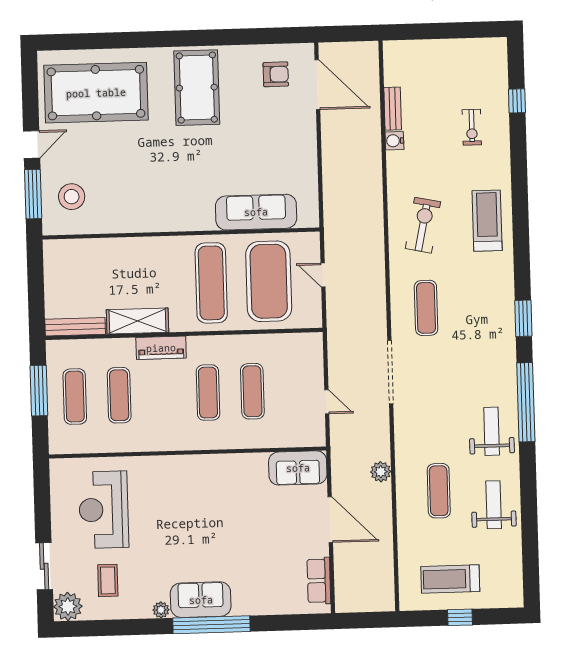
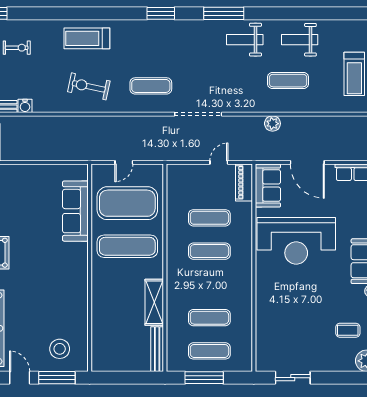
piano: (161, 348) -> (244, 182), moved, turned 180
window: (526, 402) -> (224, 13), width x0.68
reception desk: (104, 510) -> (296, 241), moved, width x1.36, depth x1.30
door: (330, 520) -> (307, 162), swing flipped
sliding door: (44, 566) -> (293, 378), moved

